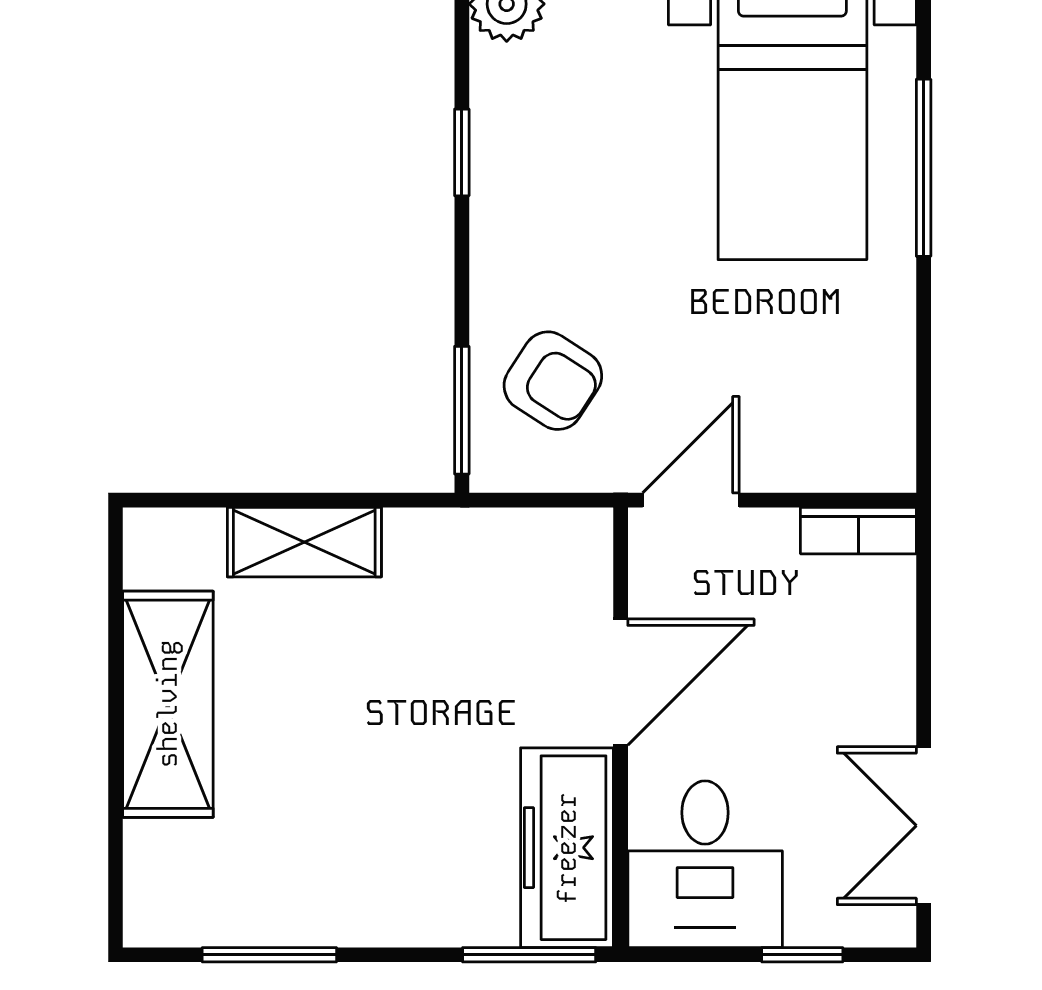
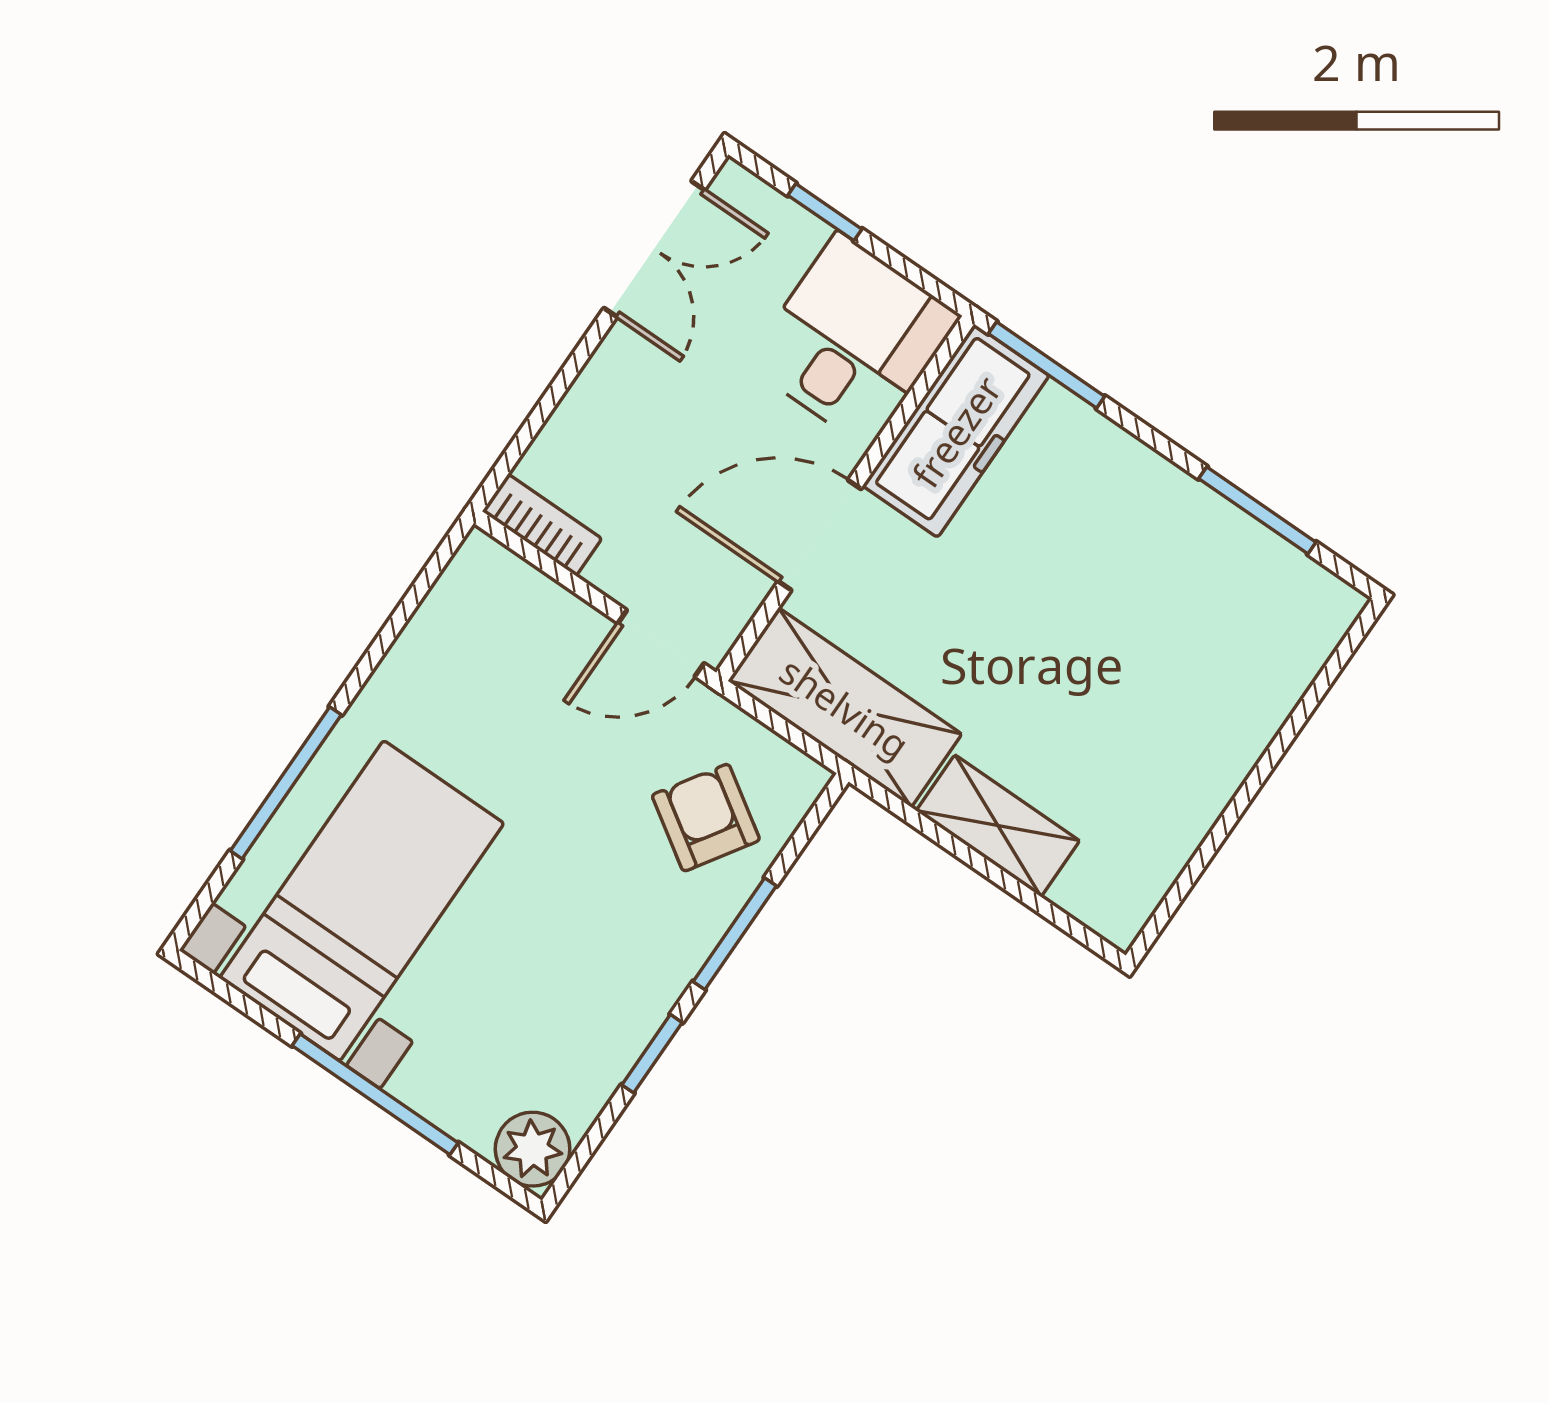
window: (462, 410) -> (735, 934), moved
shelving: (168, 704) -> (845, 707), moved, turned 90

